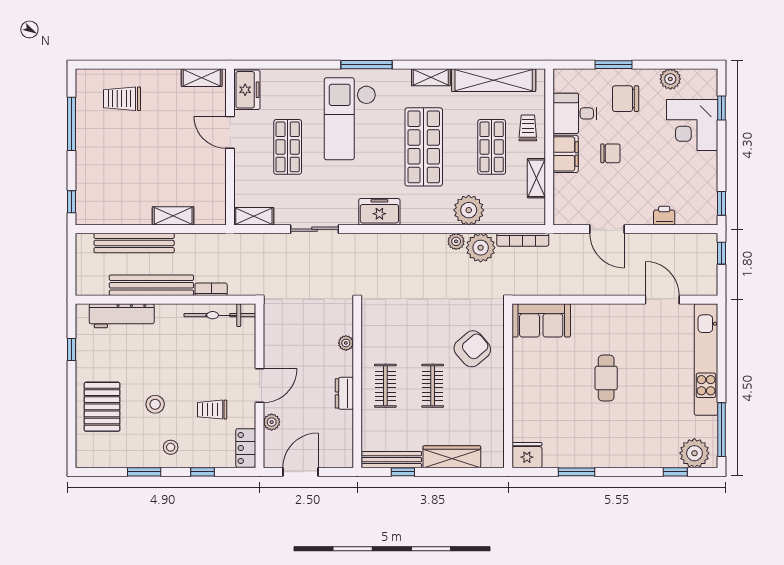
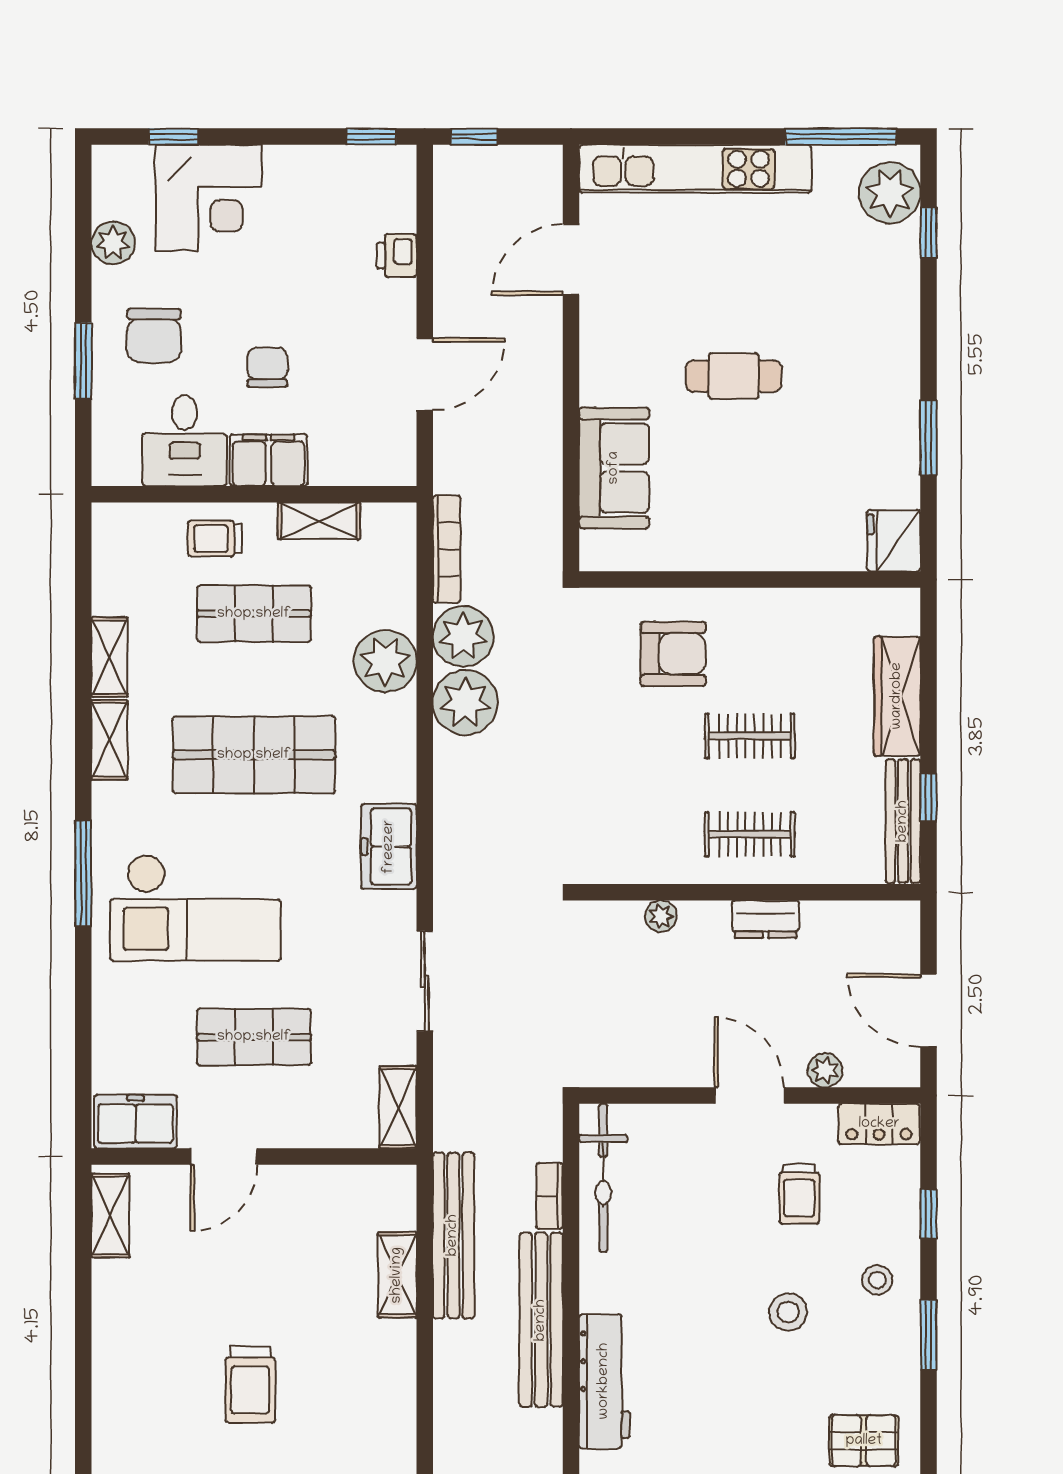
shelving: (494, 80) -> (109, 657), width x0.45, depth x0.75
trolley: (122, 99) -> (250, 1385), moved
plant: (456, 241) -> (465, 703), width x1.87, depth x1.87
bench: (134, 243) -> (453, 1235), moved
sofa: (541, 320) -> (614, 468), moved
armchair: (472, 349) -> (673, 654), turned 131
pallet: (102, 407) -> (864, 1441), moved, width x0.67, depth x0.71

